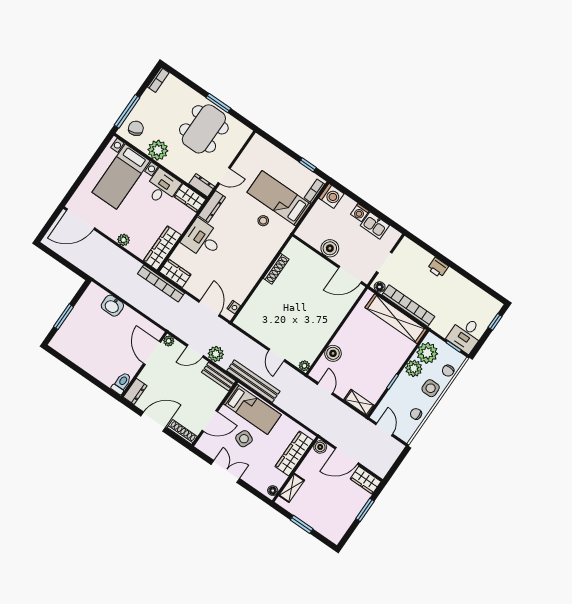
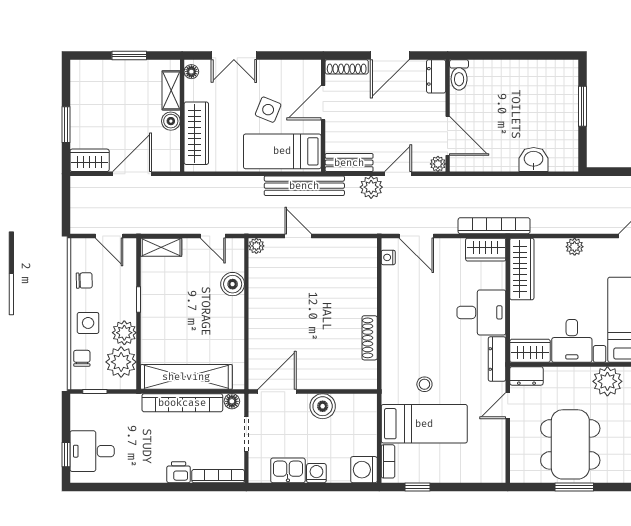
bookcase: (417, 250) -> (218, 476), added
desk: (466, 334) -> (92, 451), moved, turned -90
boiler: (320, 447) -> (171, 121), moved
double door: (225, 472) -> (234, 55), moved

